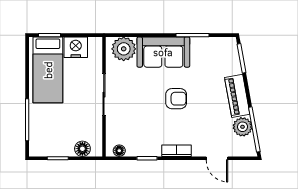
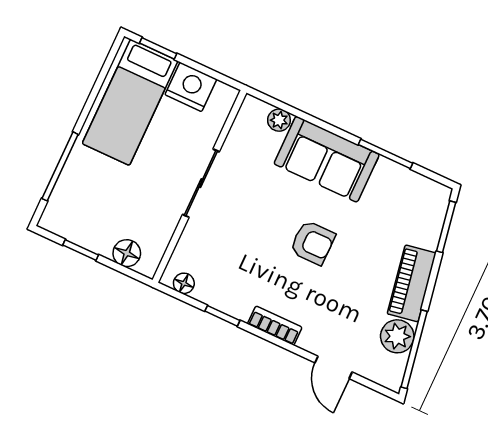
plant: (124, 49) -> (279, 120), width x0.53, depth x0.53

